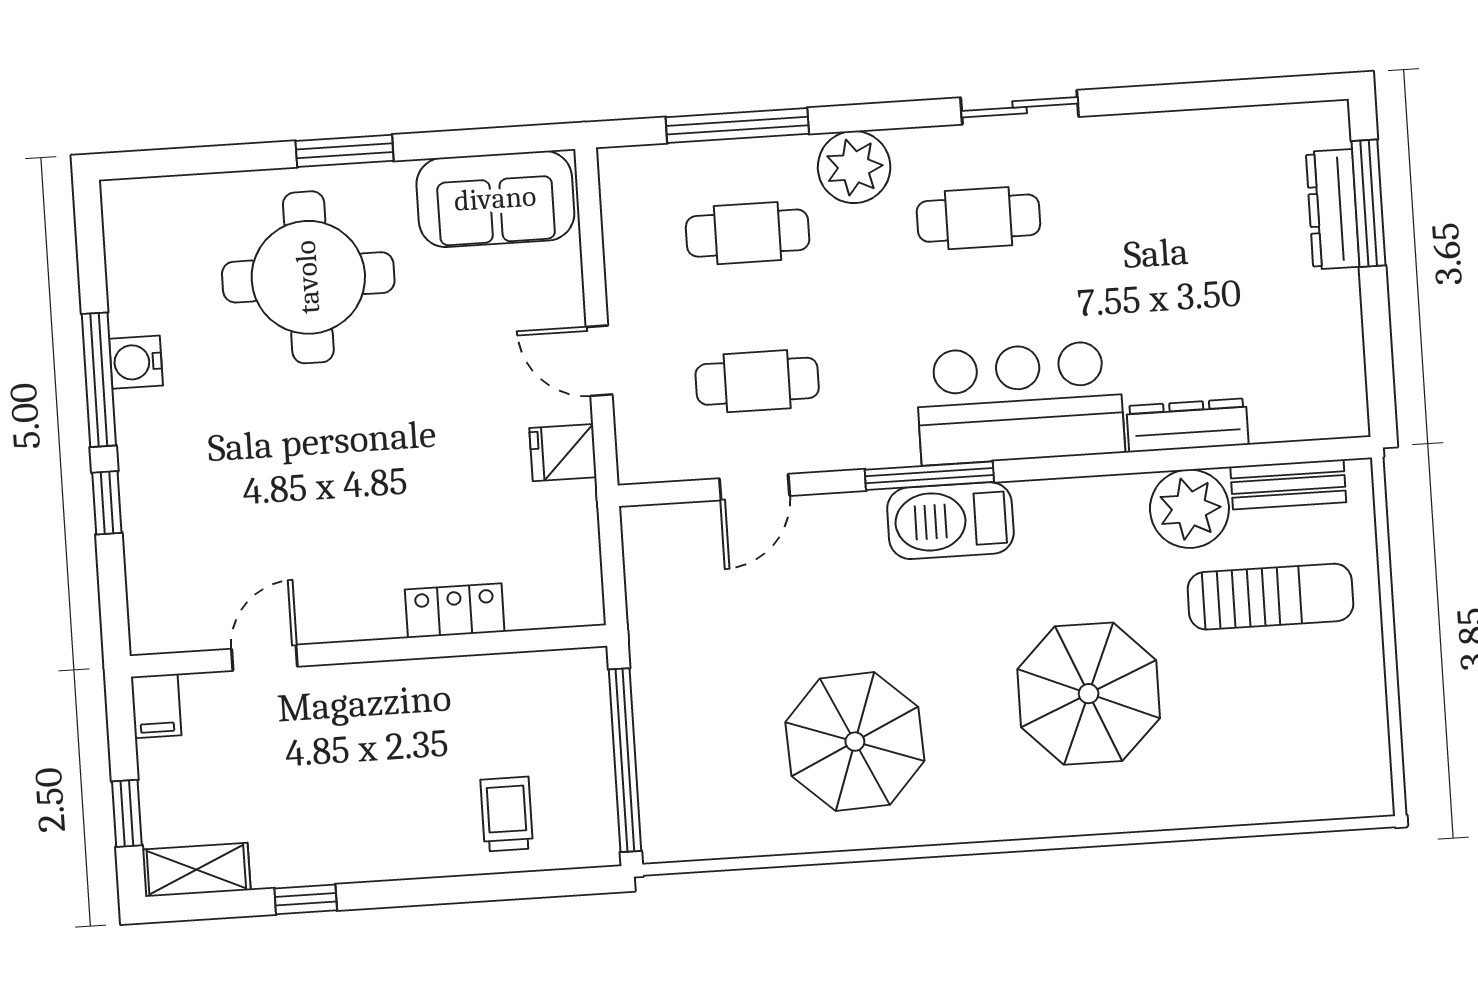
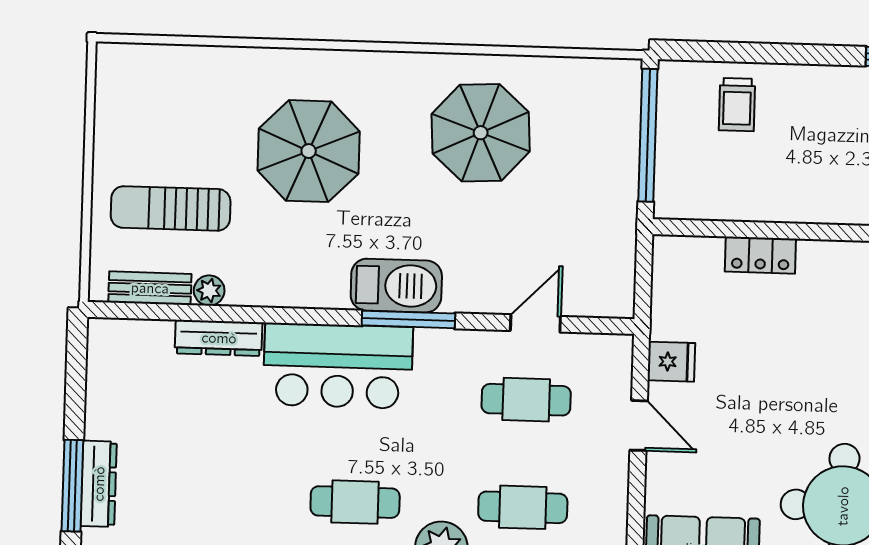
plant: (1189, 509) -> (209, 290), width x0.53, depth x0.53

